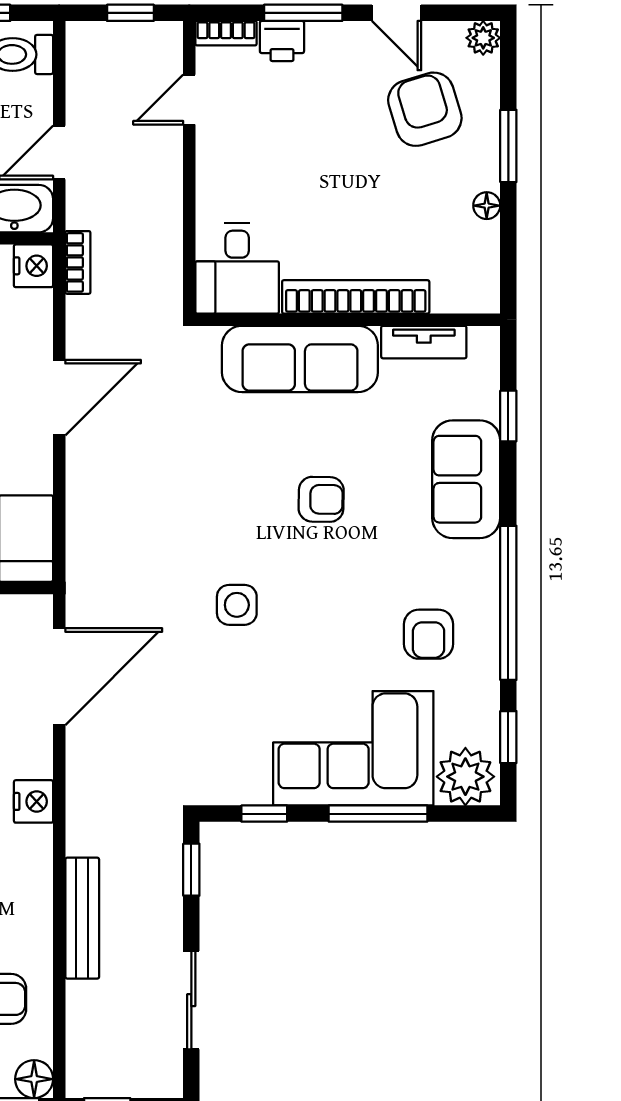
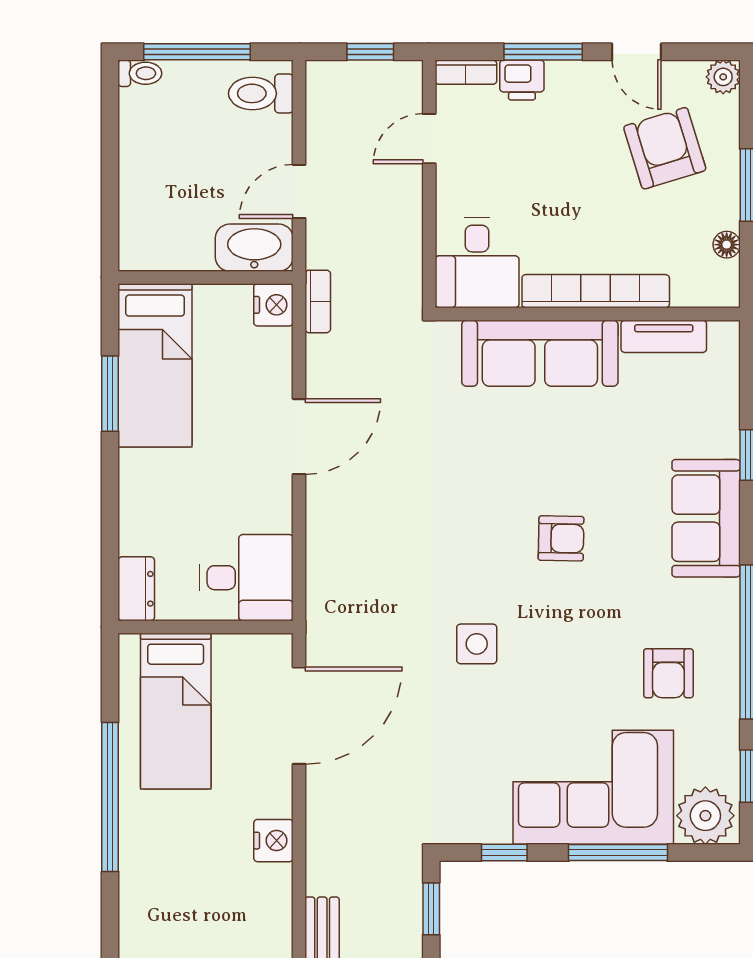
desk: (237, 269) -> (477, 263), moved
bookcase: (356, 297) -> (596, 291), moved
wall: (348, 320) -> (588, 314), moved
tv unit: (424, 342) -> (664, 336), moved
sofa: (300, 359) -> (540, 353), moved

